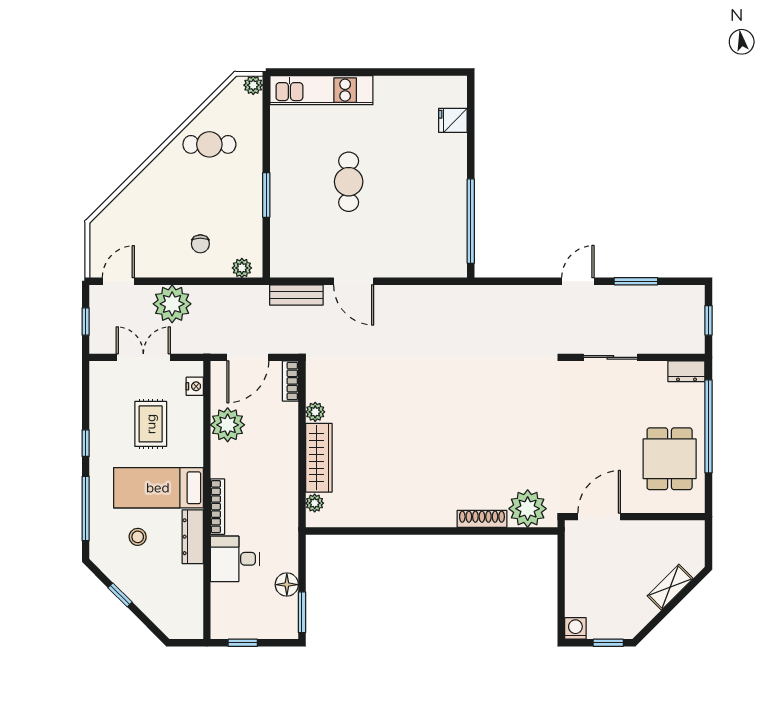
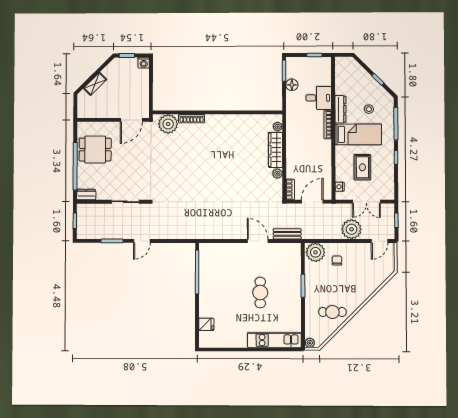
plant: (242, 268) -> (315, 252), width x1.87, depth x1.87
plant: (228, 425) -> (323, 167), removed
dining table: (670, 459) -> (95, 150), turned 90

